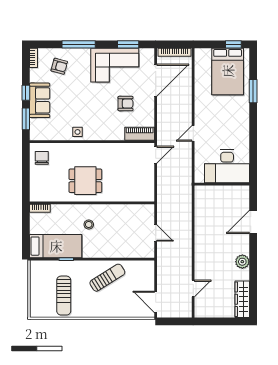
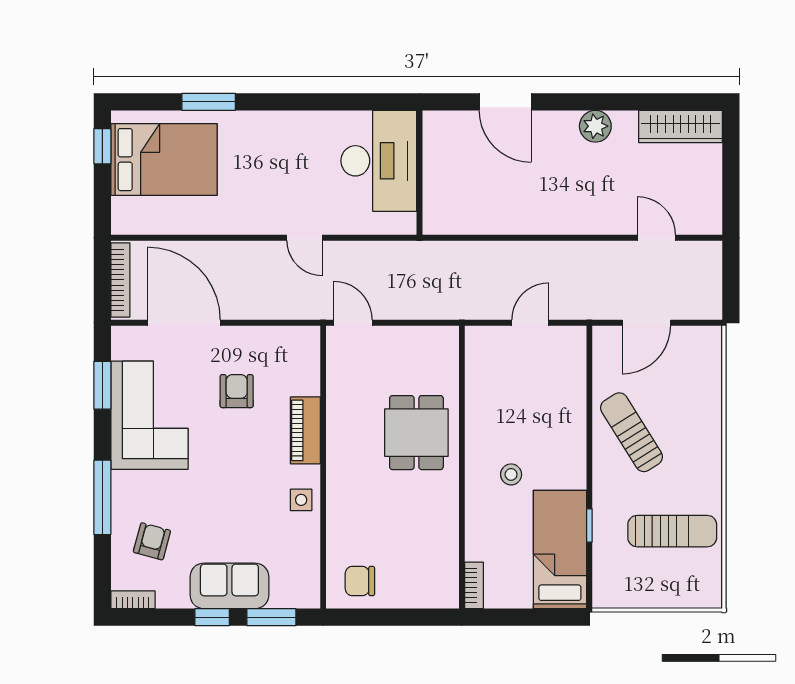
piano: (140, 134) -> (305, 430), moved
dining table: (85, 181) -> (416, 433), moved
door: (156, 302) -> (646, 323), moved

